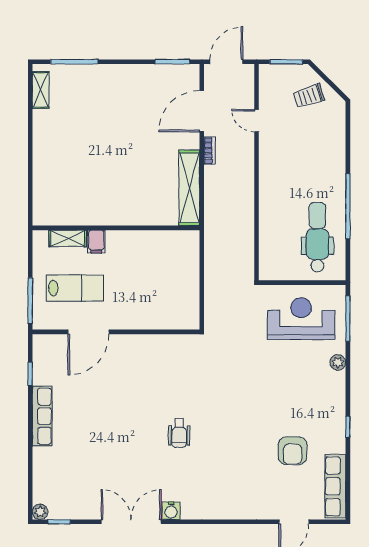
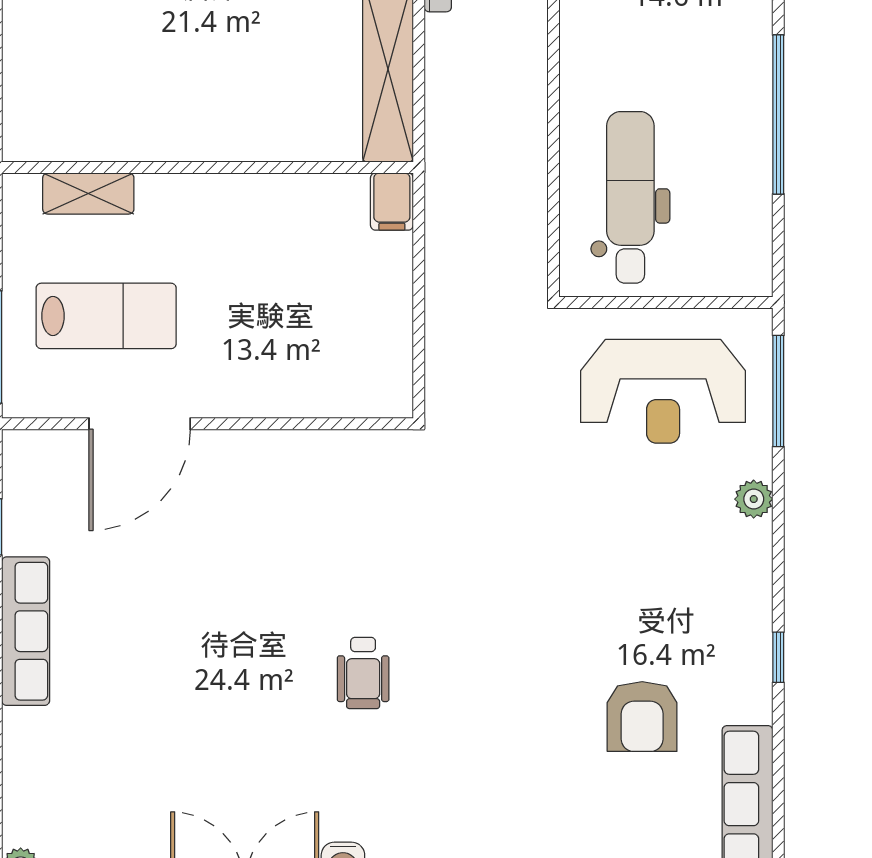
dental chair: (317, 237) -> (630, 197), moved
filing cabinet: (96, 242) -> (392, 202), moved
reception desk: (301, 319) -> (663, 391), turned 180

